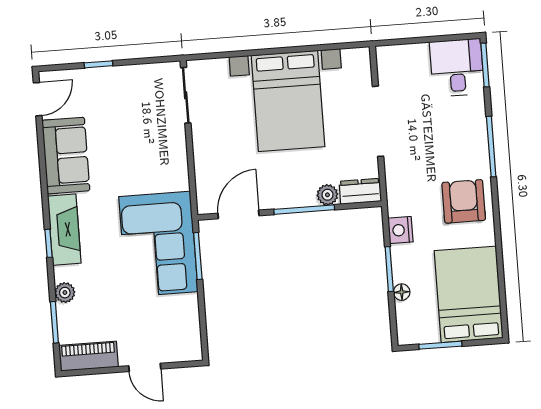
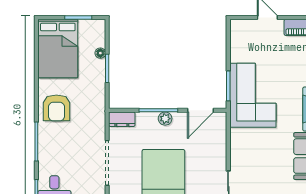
plant: (327, 195) -> (165, 119), moved
nightstand: (400, 230) -> (98, 93), removed

